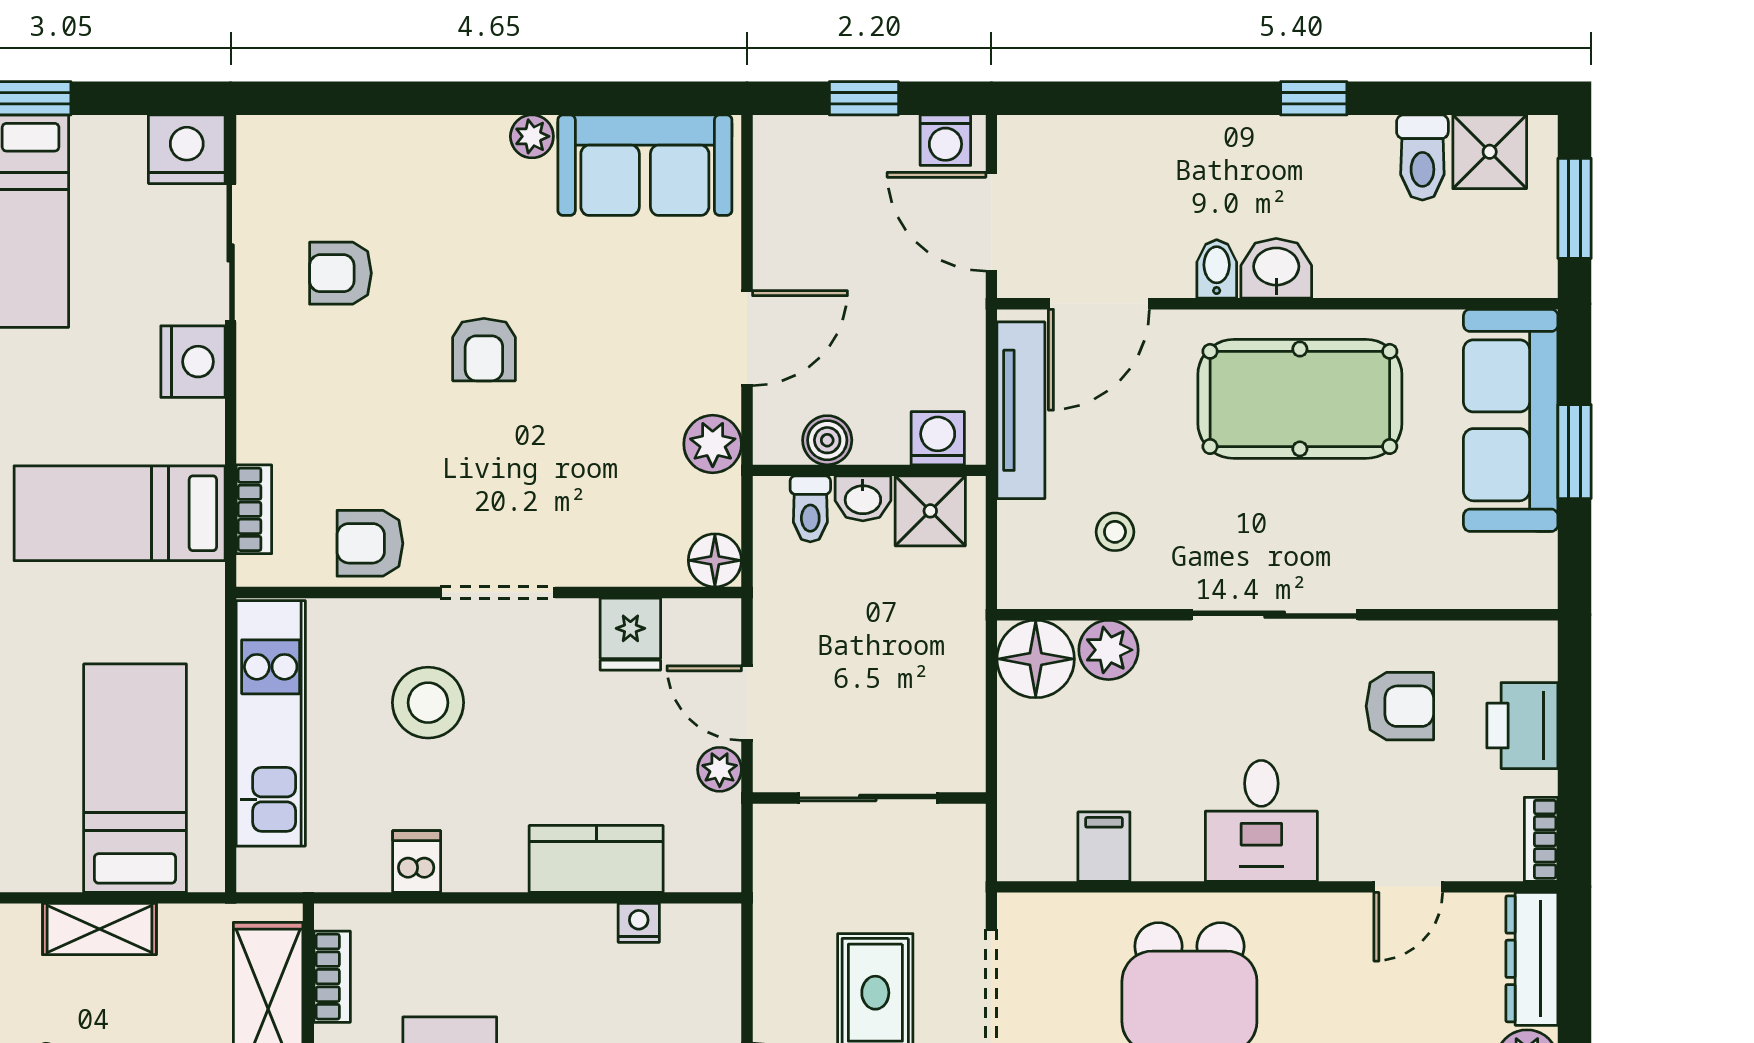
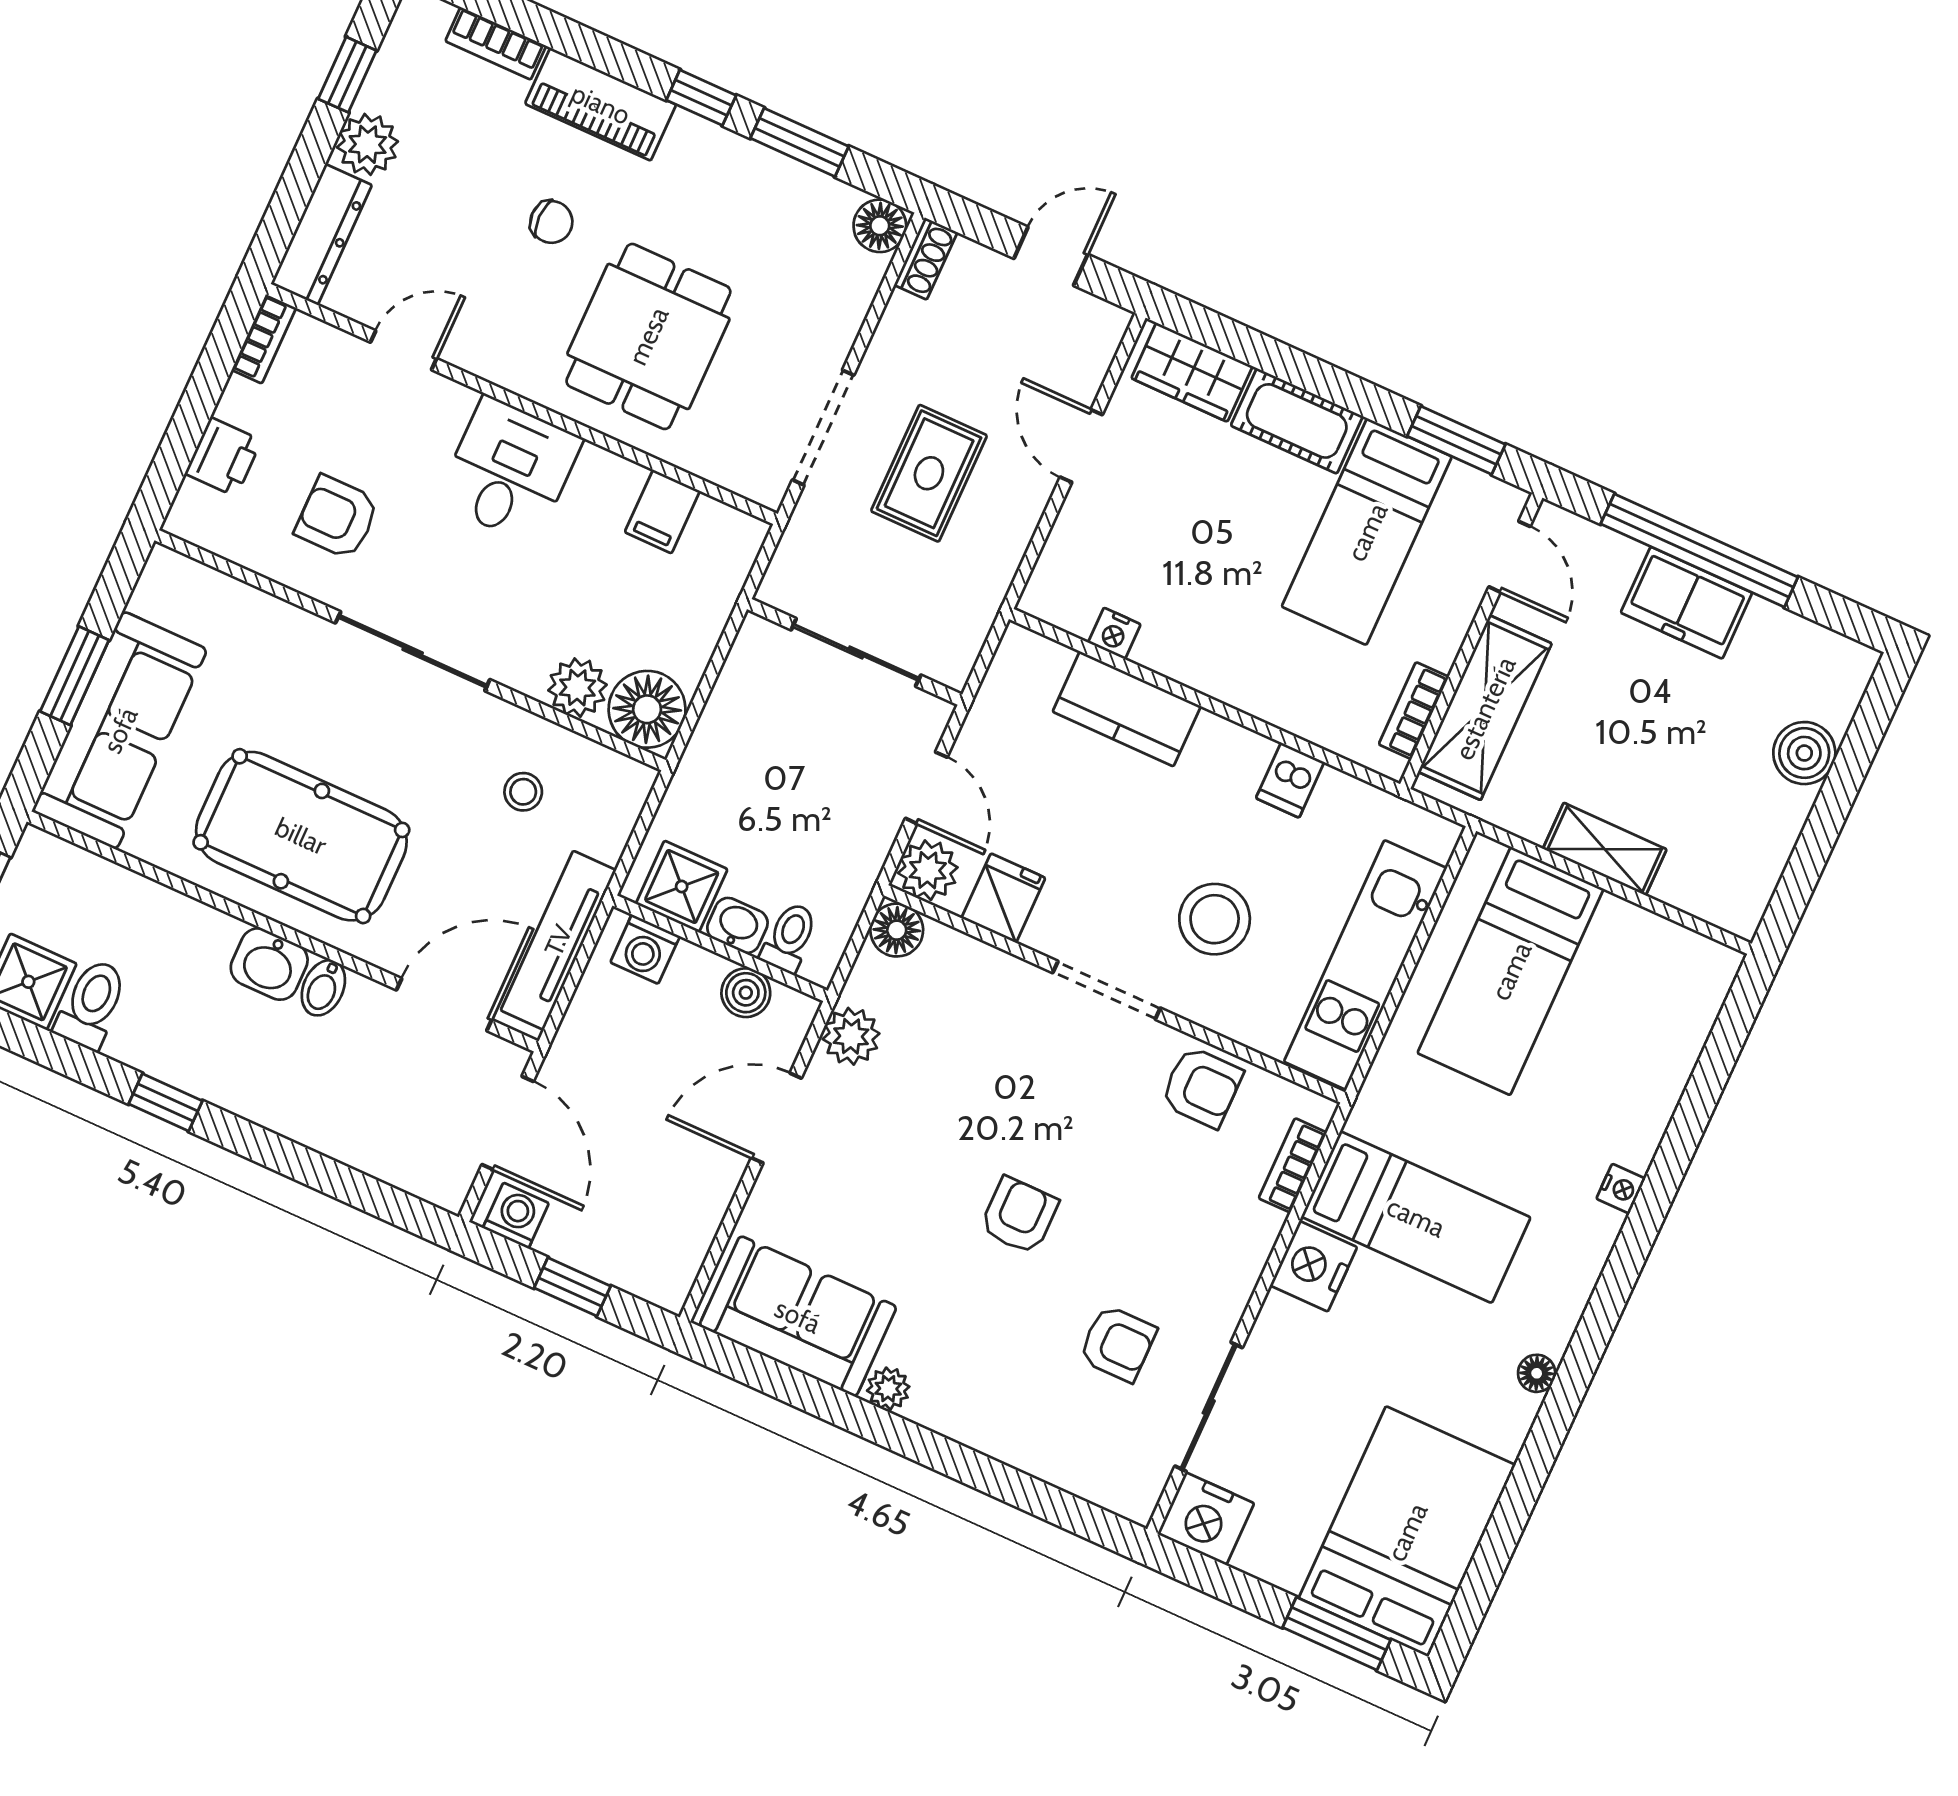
nightstand: (193, 362) -> (1314, 1266), moved
printer: (1522, 726) -> (223, 457), width x0.73, depth x0.81
plant: (720, 769) -> (928, 870), moved, width x1.38, depth x1.38

